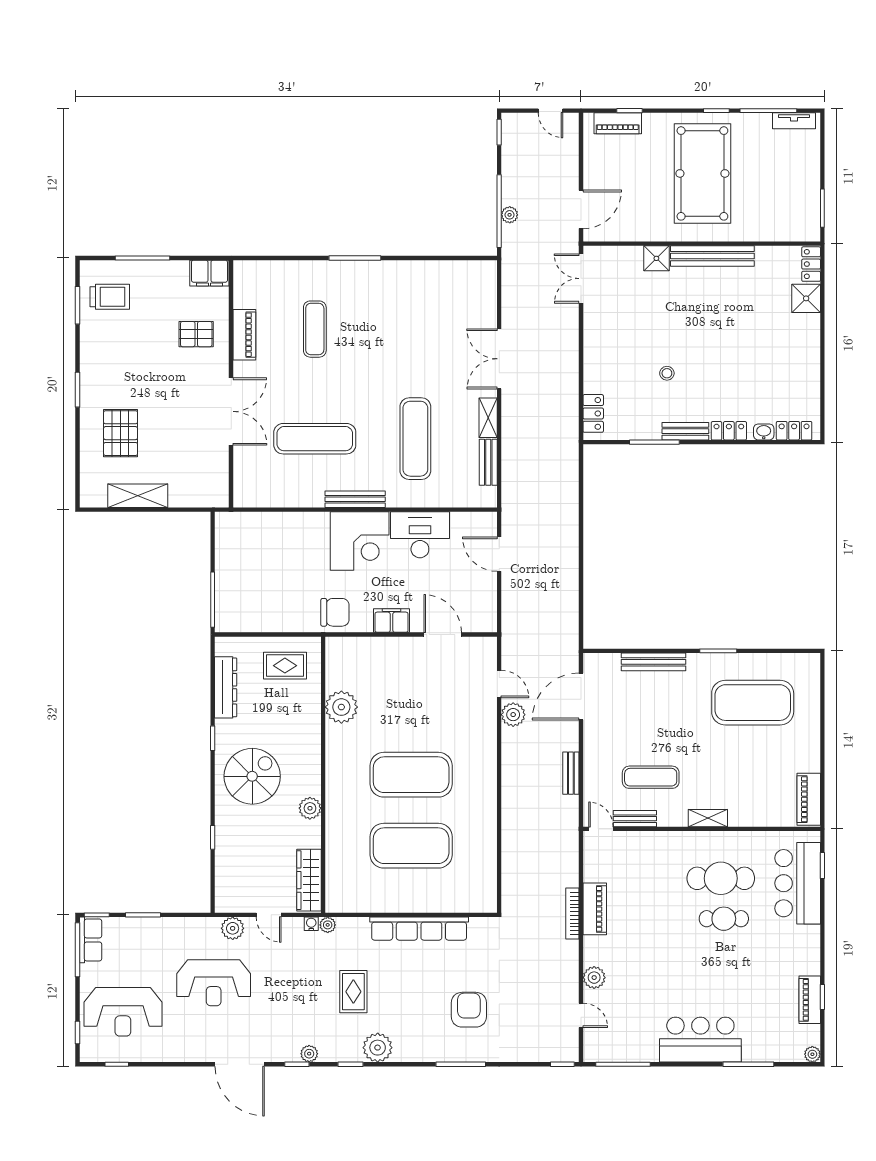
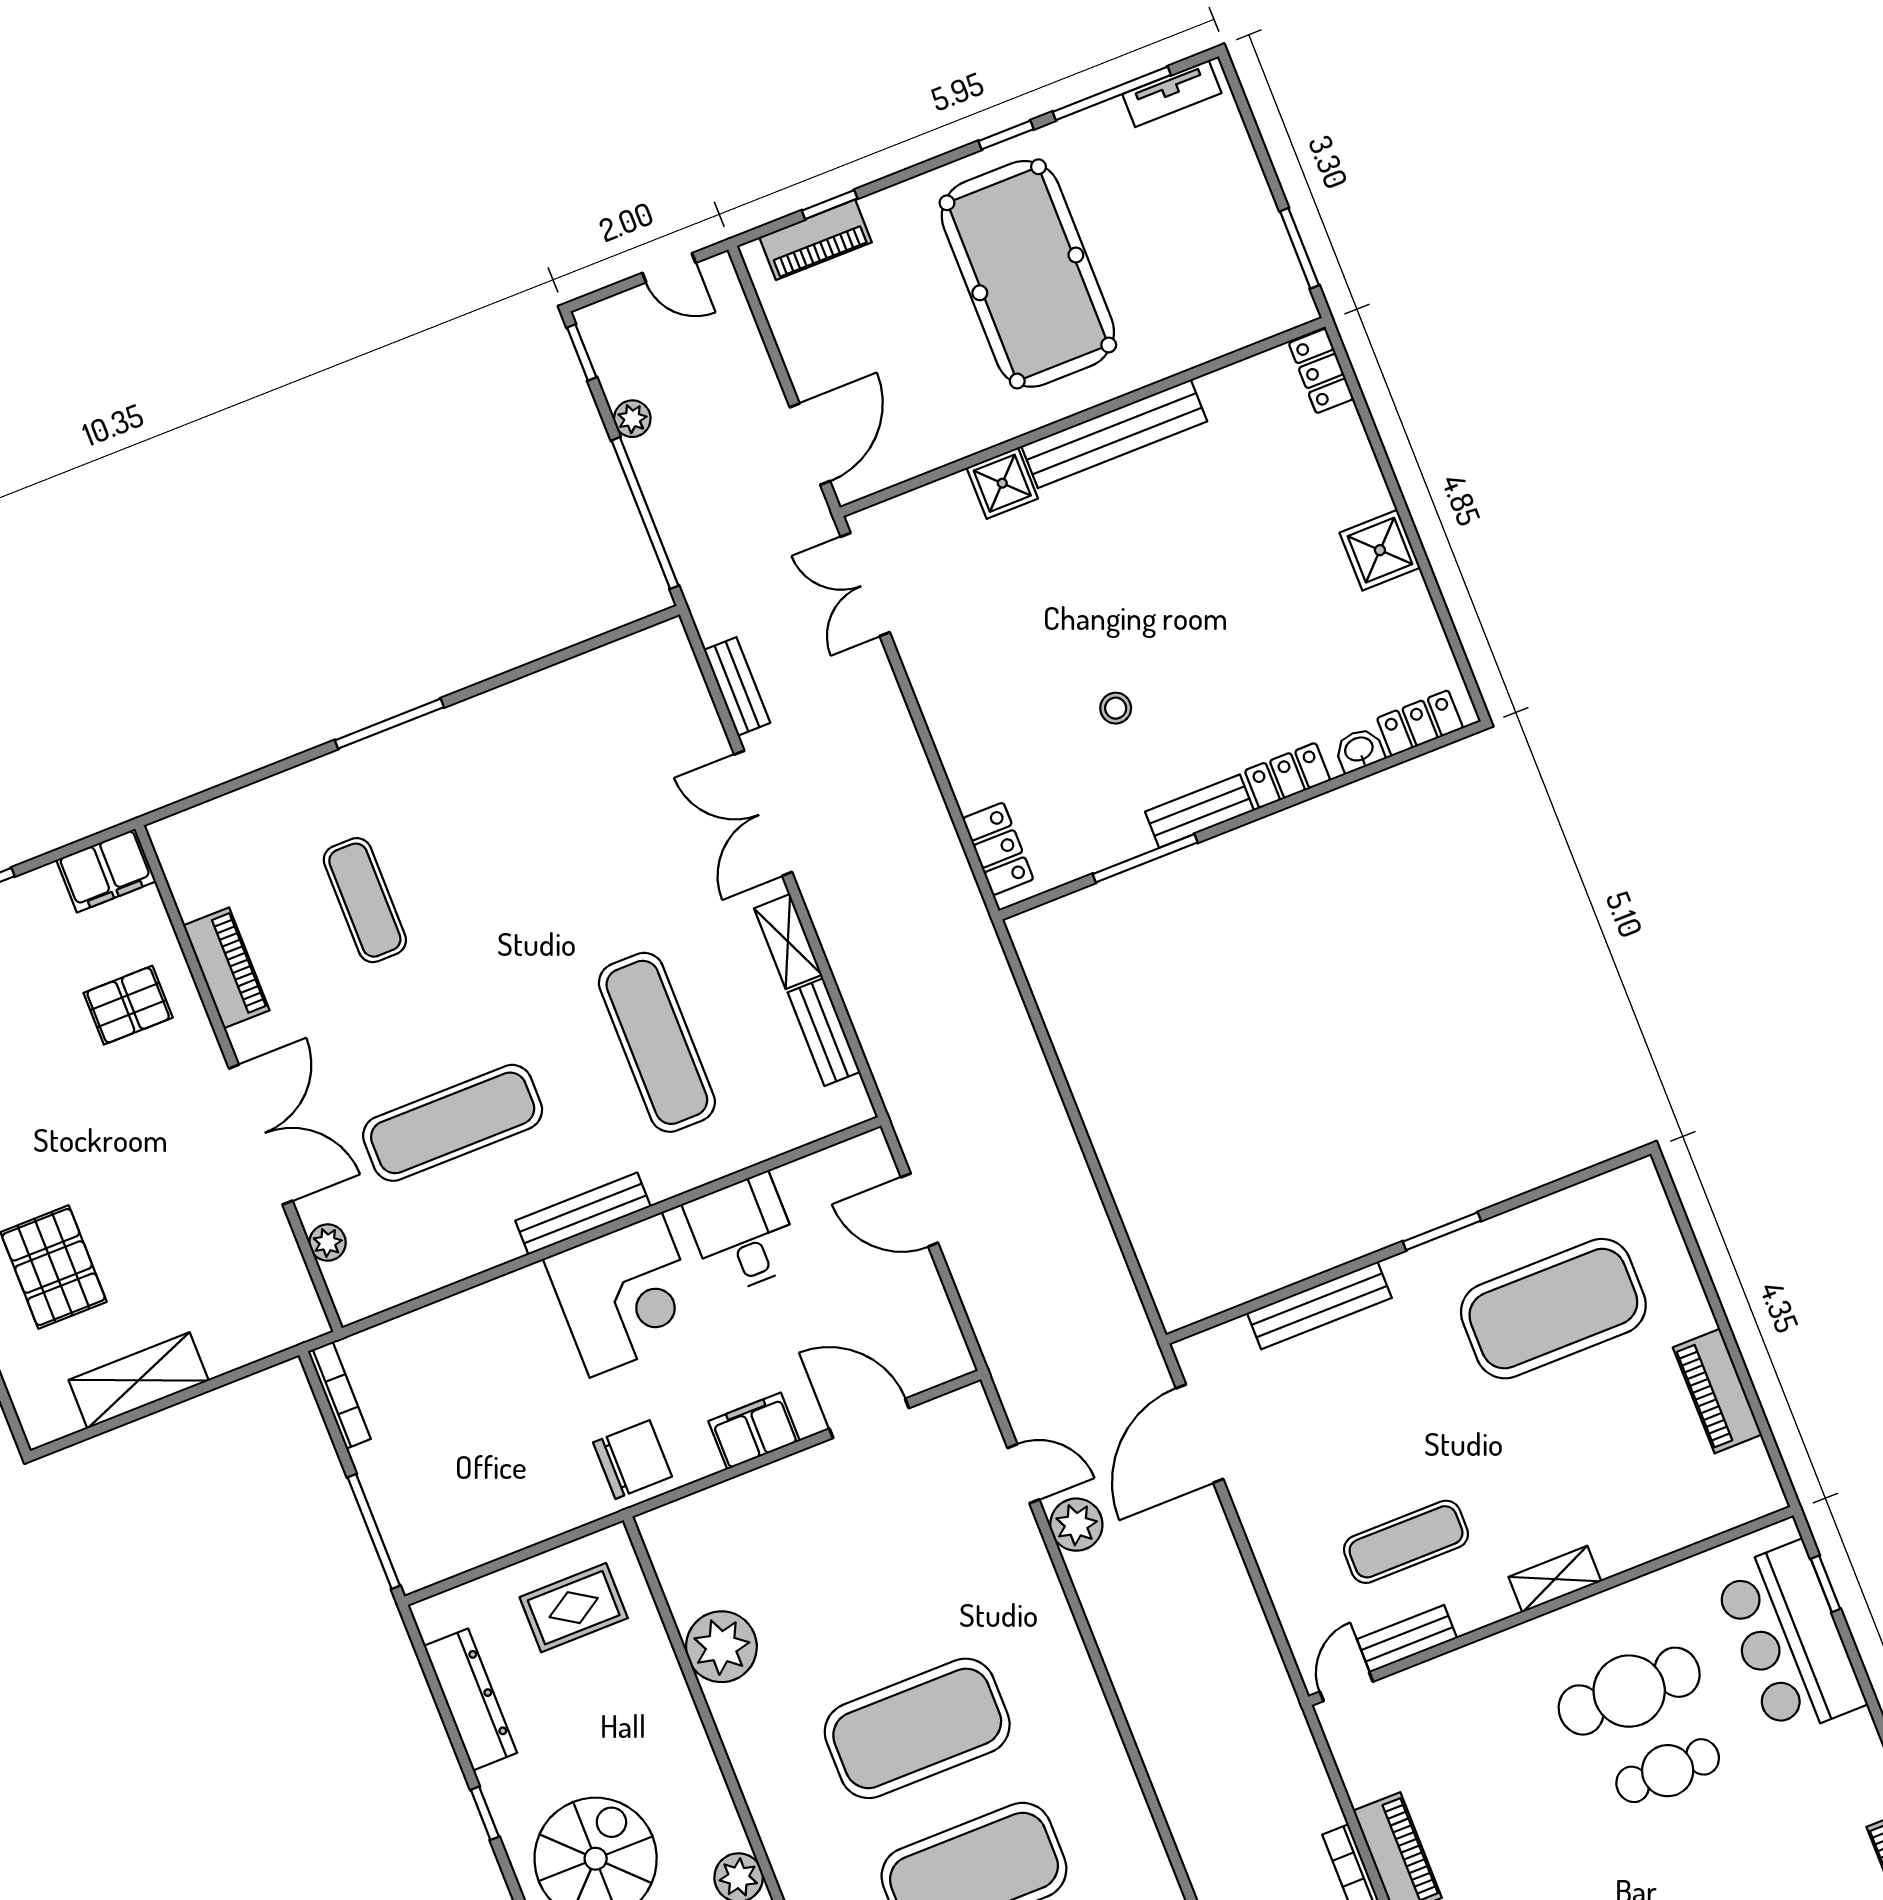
plant: (510, 215) -> (632, 419), moved
shower: (806, 298) -> (1380, 550), moved
plant: (241, 469) -> (328, 1243), added
desk: (420, 535) -> (743, 1234), width x0.73
bookcase: (221, 536) -> (339, 1395), added
bench: (571, 773) -> (737, 686), moved
piano: (809, 799) -> (1717, 1391), moved
door: (601, 829) -> (1346, 1687), hinge flipped

